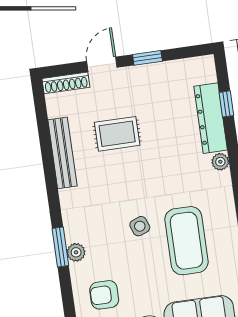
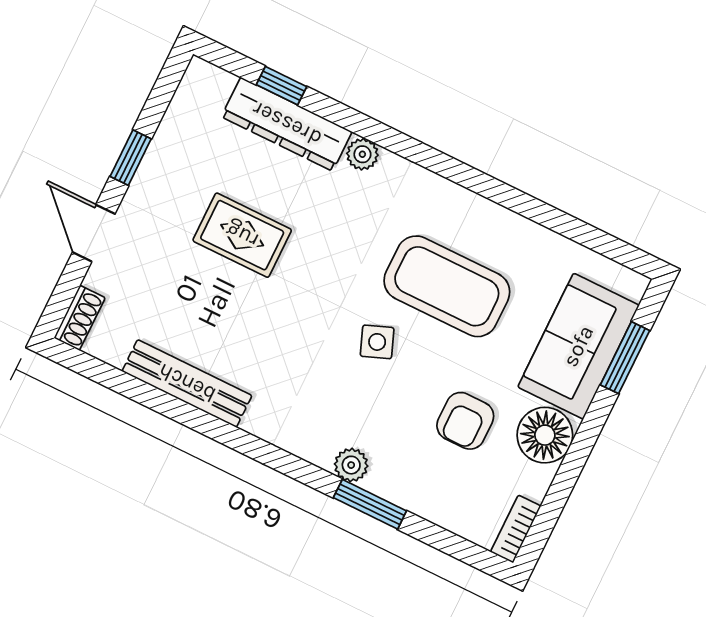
shoe rack: (66, 83) -> (79, 318), width x0.70
rug: (117, 134) -> (242, 235), moved, turned 90
window: (60, 247) -> (370, 504), moved
armchair: (104, 295) -> (465, 421), moved

